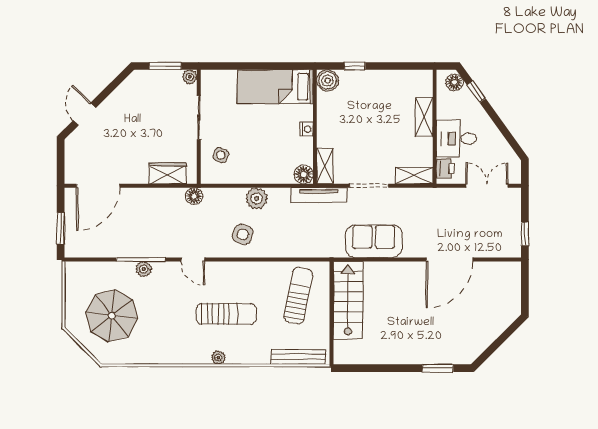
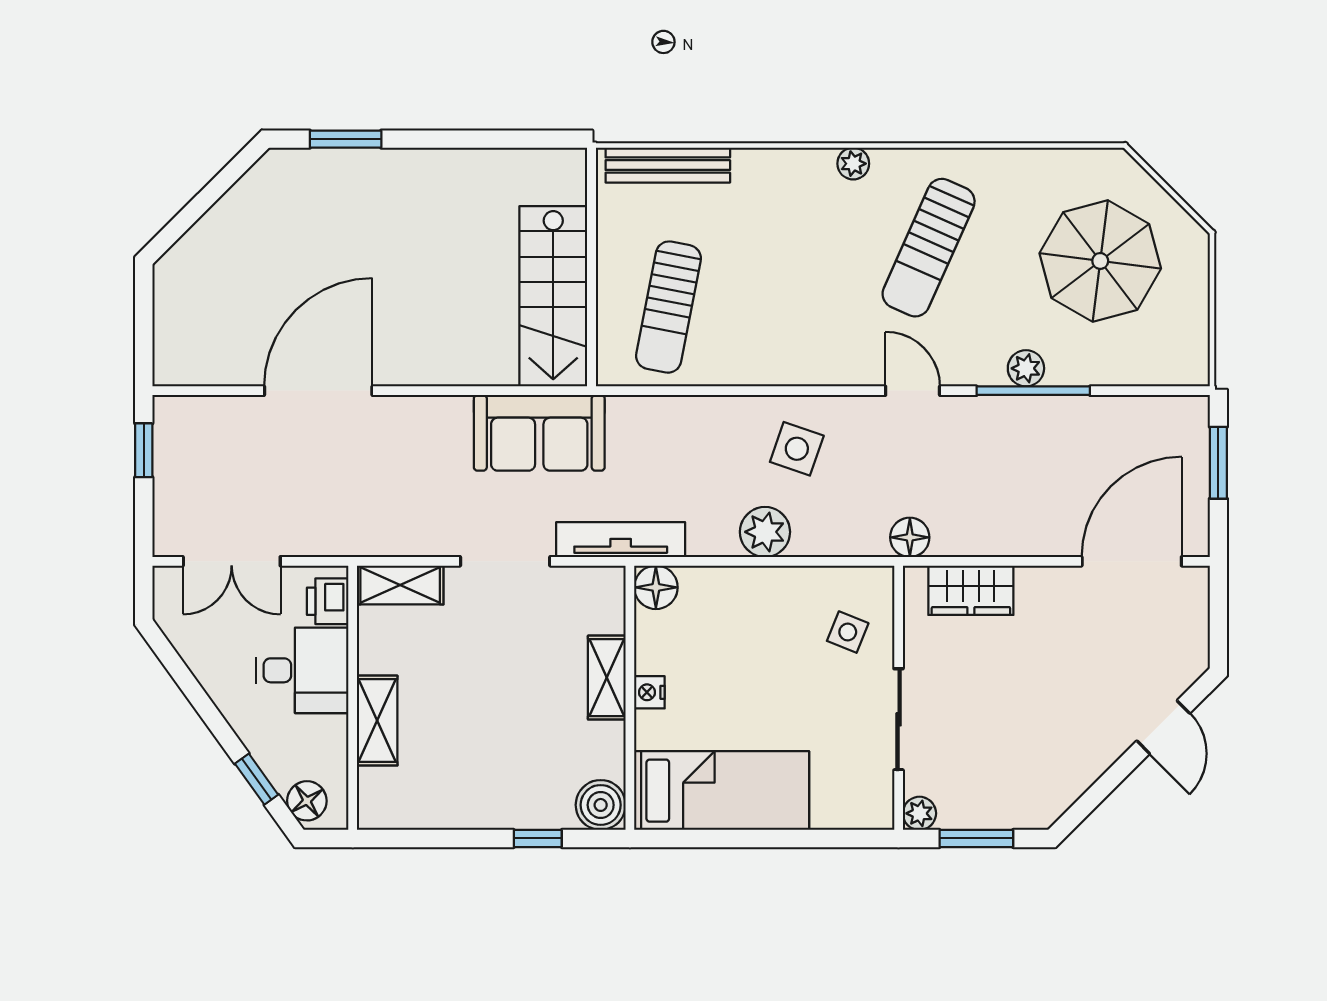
shelving: (325, 166) -> (607, 678), moved
sofa: (374, 241) -> (539, 433), moved
sun lounger: (226, 314) -> (929, 248), moved, turned -66

